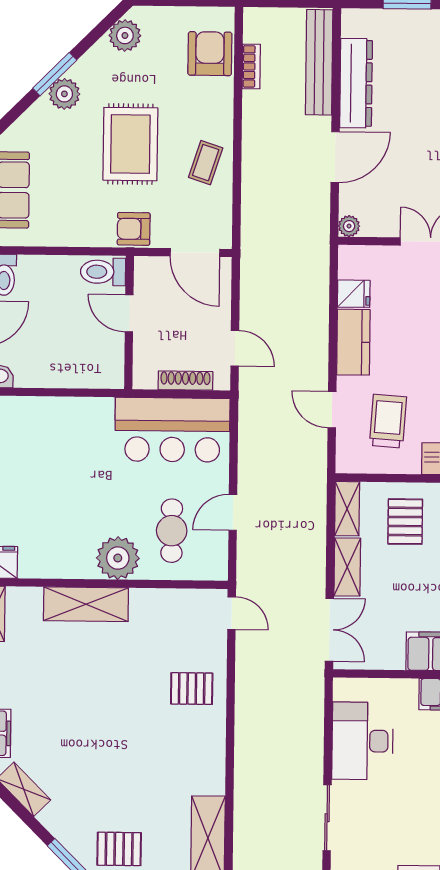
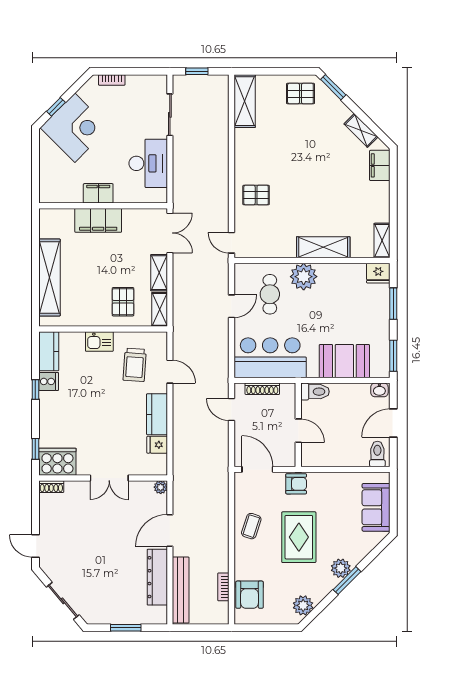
toilet: (103, 272) -> (315, 392), moved
booth: (55, 423) -> (344, 361), added
double door: (329, 630) -> (170, 233), swing flipped

